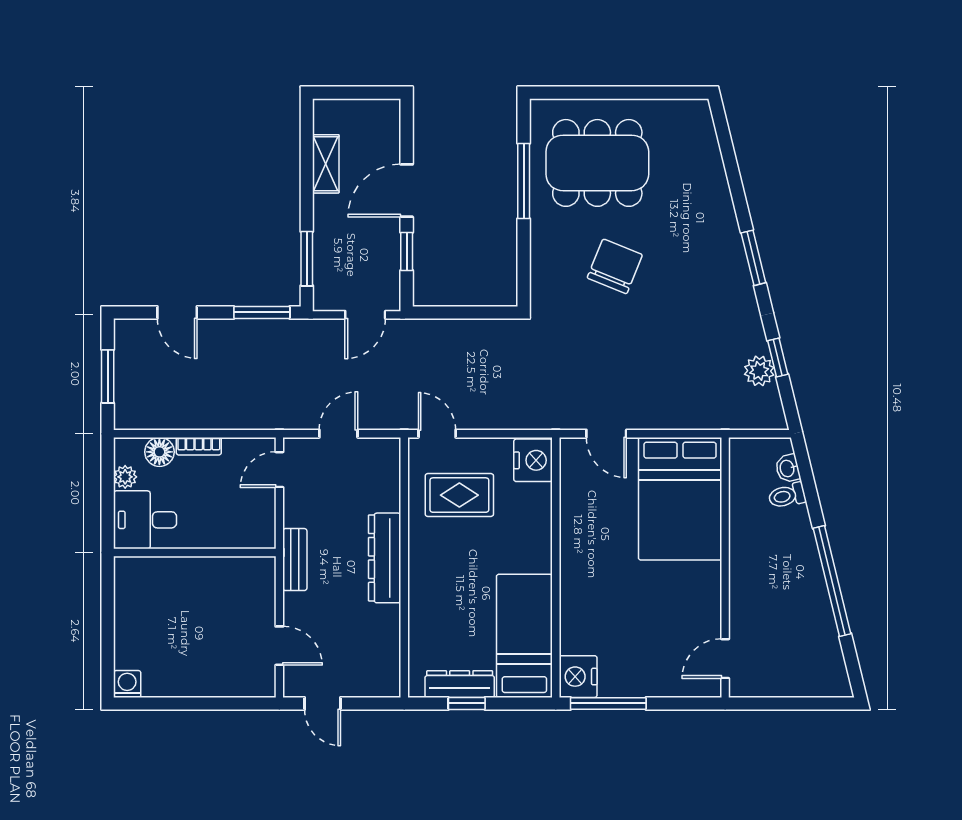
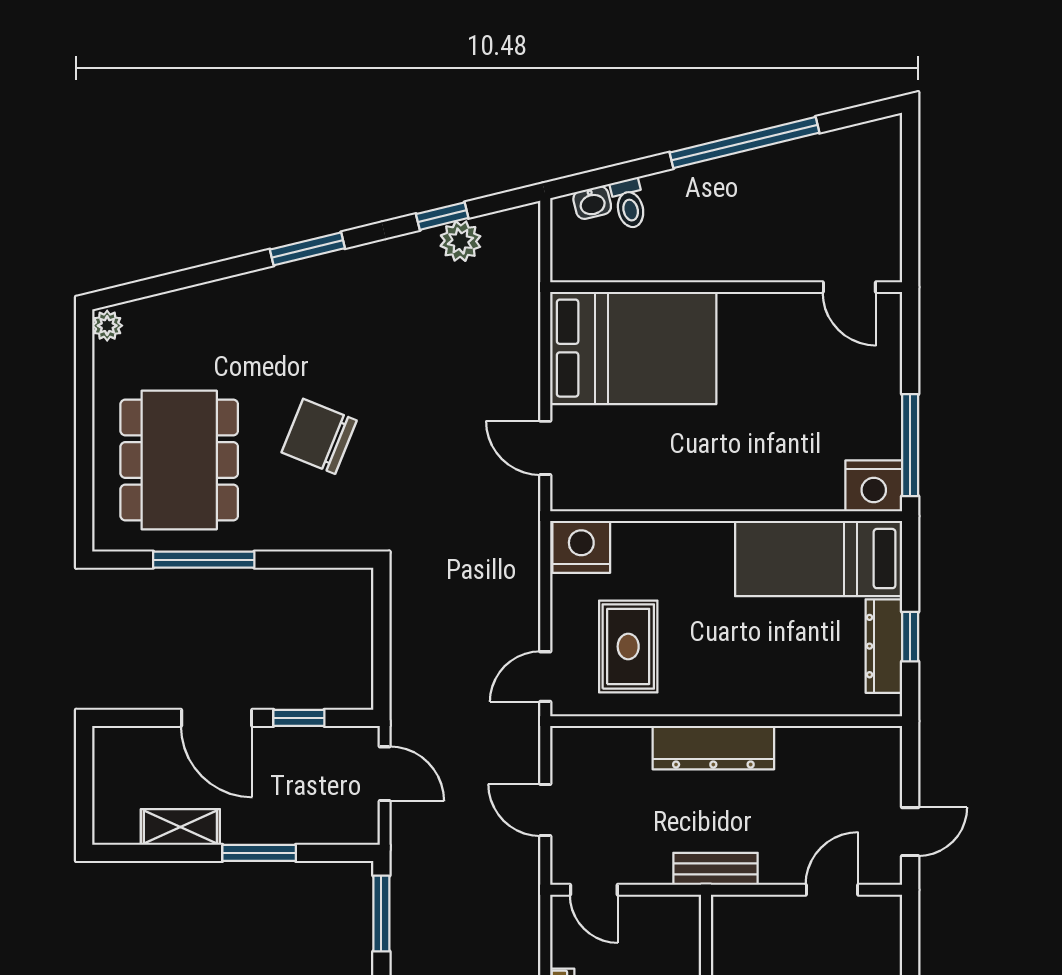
plant: (697, 110) -> (107, 326), added
window: (307, 259) -> (259, 853), moved
door: (606, 434) -> (545, 448), swing flipped

